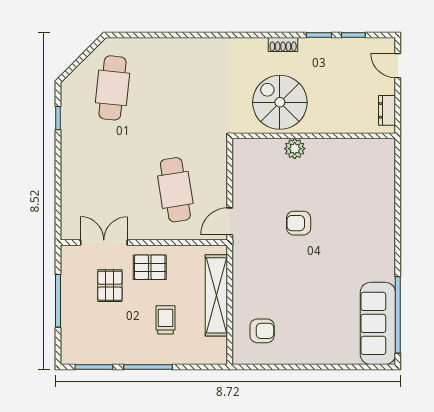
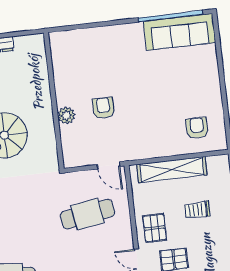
wall: (314, 136) -> (54, 101), moved
plant: (295, 149) -> (66, 115), moved
armchair: (299, 223) -> (103, 108), turned 180

